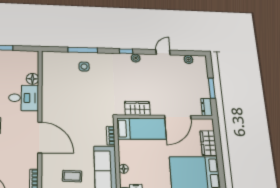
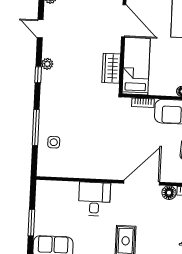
side table: (84, 67) -> (54, 142), moved
floor lamp: (33, 79) -> (169, 193), moved

